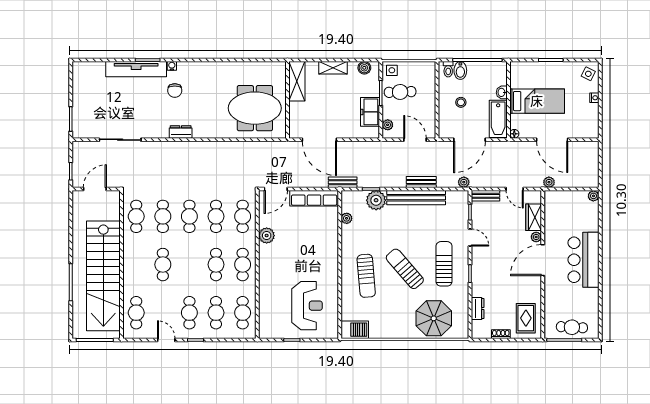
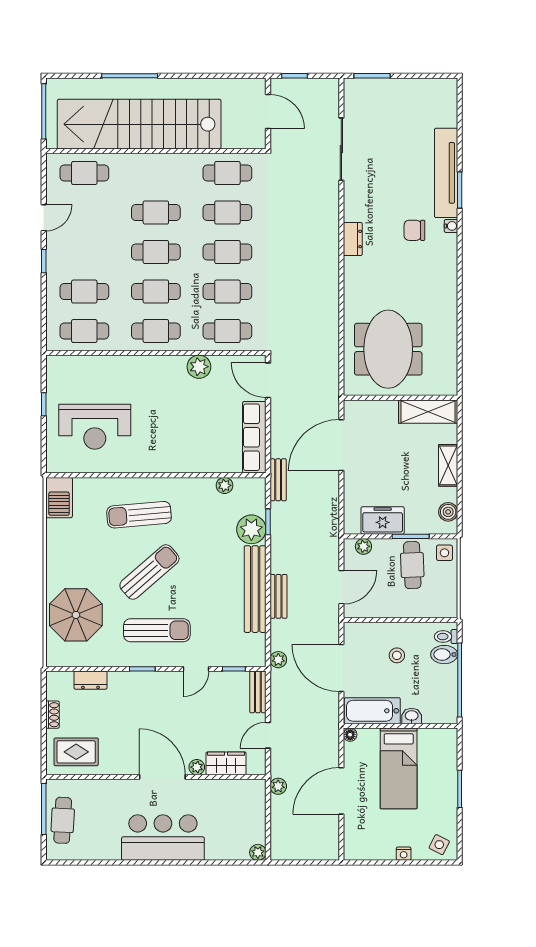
cafe table: (189, 313) -> (156, 252), moved

